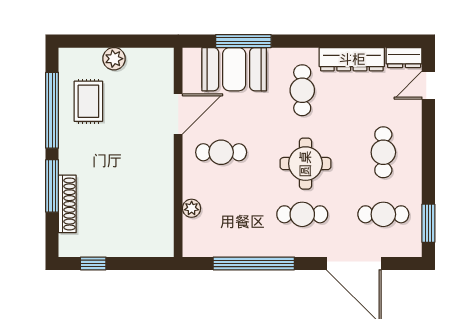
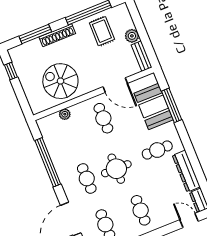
bench: (150, 56) -> (142, 56), added
rug: (88, 101) -> (102, 31), turned 90
cafe table: (383, 152) -> (141, 210), turned 90
window: (52, 186) -> (35, 34), moved
spiral stairs: (139, 195) -> (60, 81), added
shoe rack: (67, 204) -> (57, 35), moved

